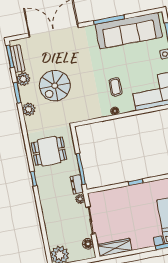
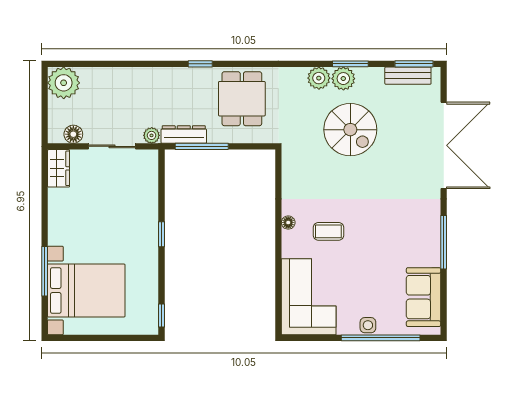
sofa: (129, 31) -> (424, 297), width x0.54, depth x0.79
plant: (23, 79) -> (343, 79), moved
spiral stairs: (55, 86) -> (350, 130), turned 180
dresser: (77, 184) -> (184, 135), width x1.44
wardrobe: (115, 247) -> (59, 168), width x0.67

